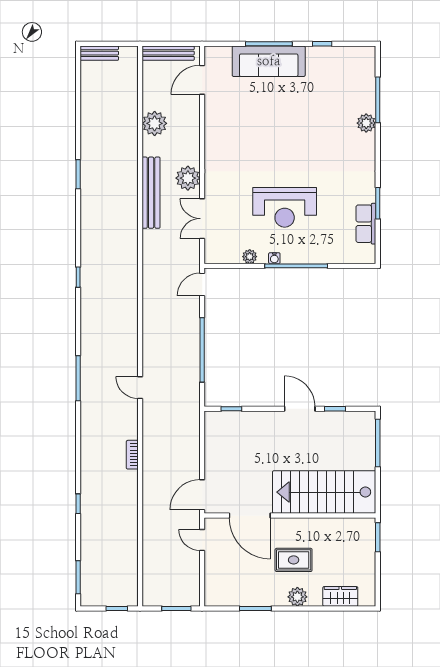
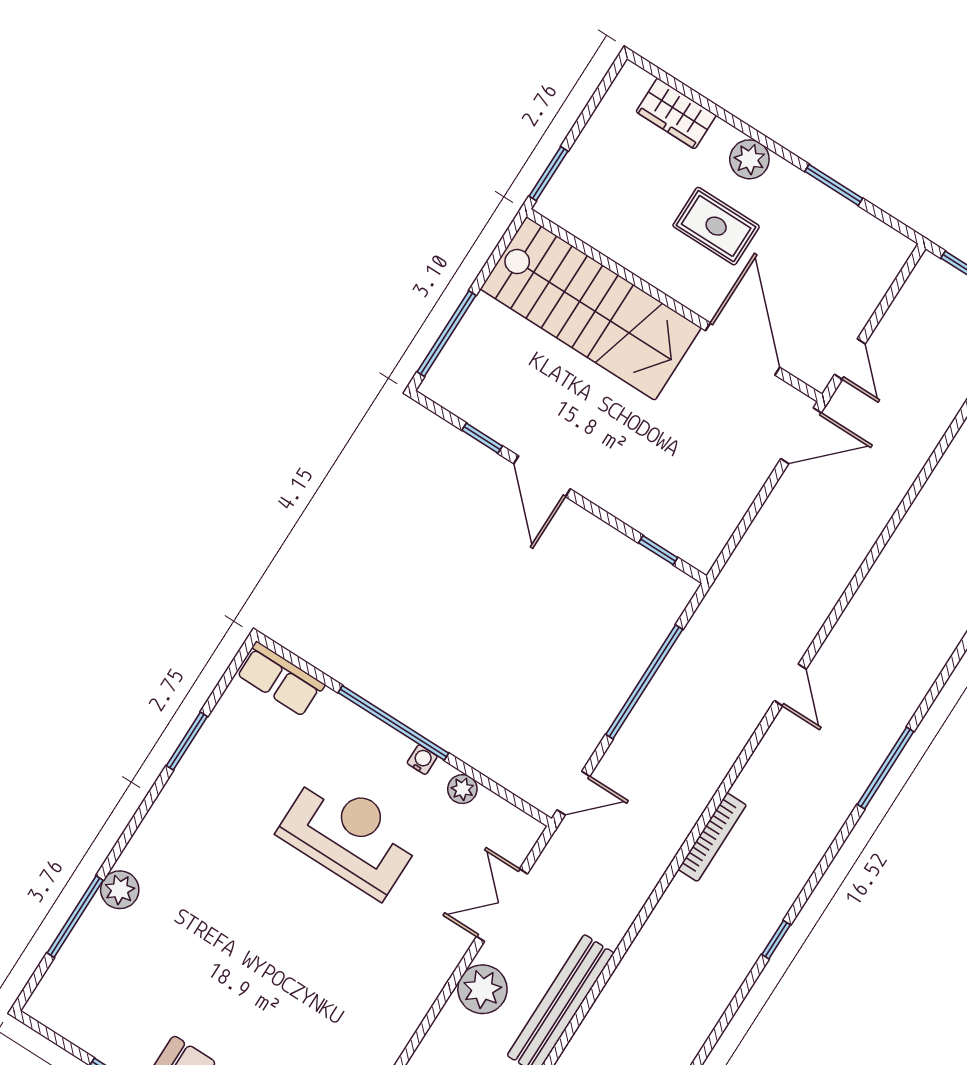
double door: (202, 219) -> (502, 905), swing flipped
row of seats: (366, 224) -> (280, 679), moved, turned 90
bookcase: (132, 455) -> (712, 837), moved, width x1.56

